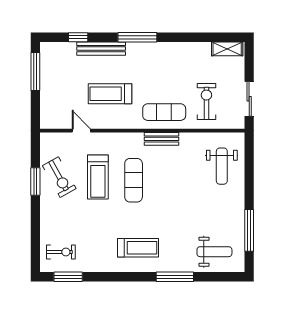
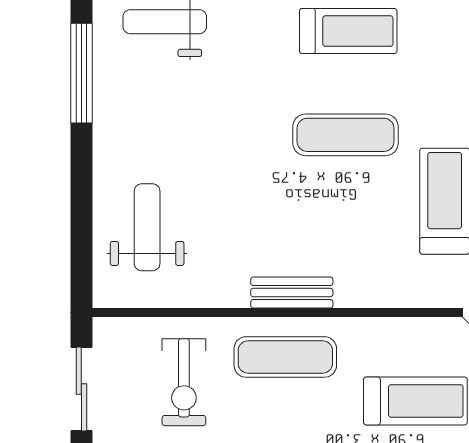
exercise mat: (134, 180) -> (346, 135), moved, turned 90
treadmill: (138, 248) -> (348, 31), turned 180

